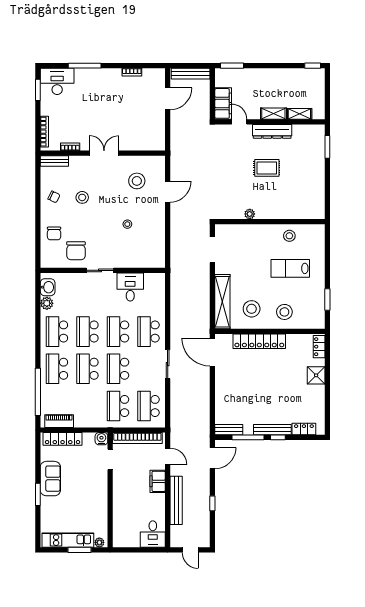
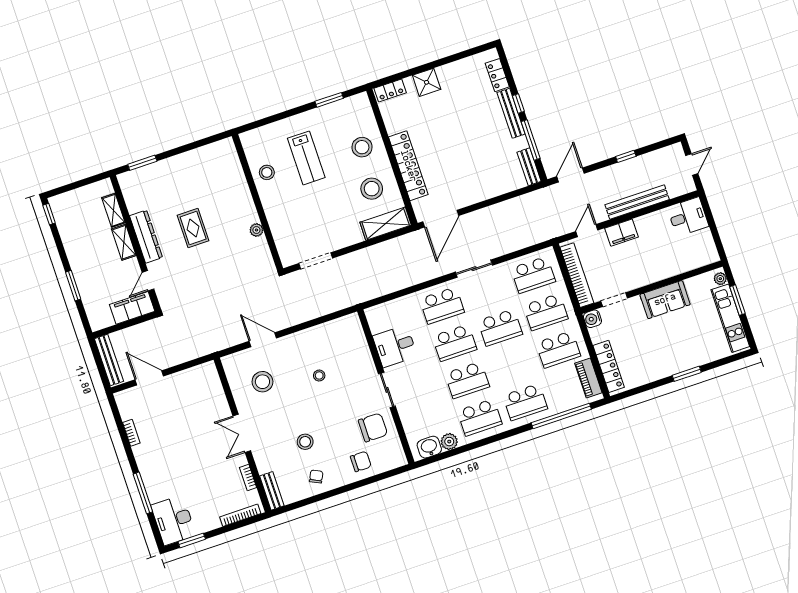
window: (232, 66) -> (73, 286), moved
shelving: (222, 302) -> (386, 224), width x0.68
school desk: (87, 369) -> (558, 349), moved
door: (212, 458) -> (570, 175), hinge flipped
sofa: (50, 479) -> (665, 300), moved, turned 180

